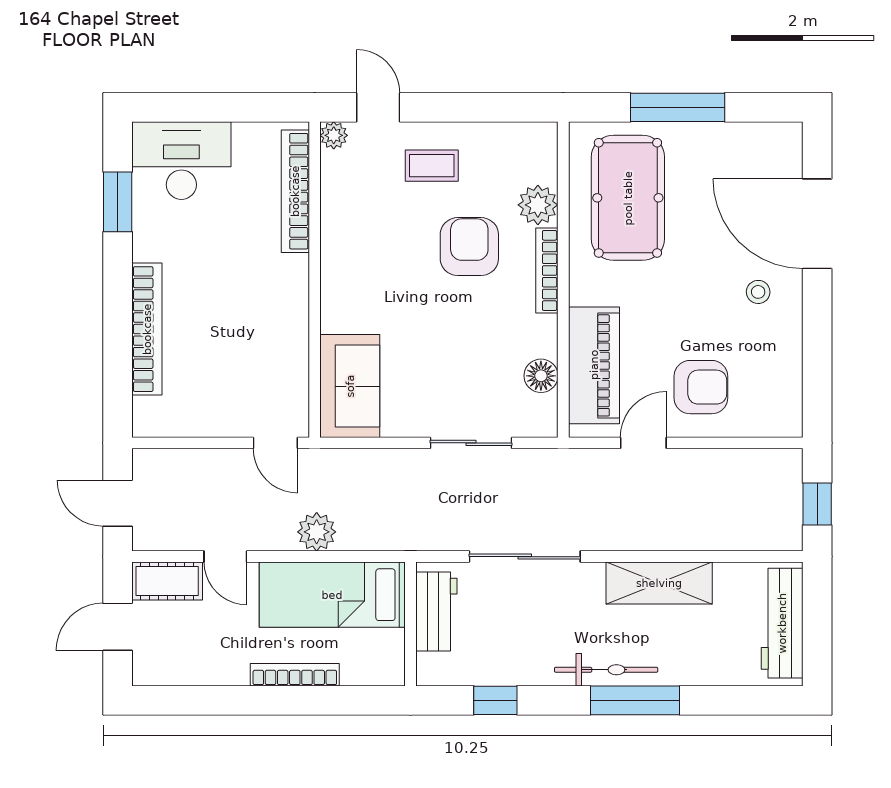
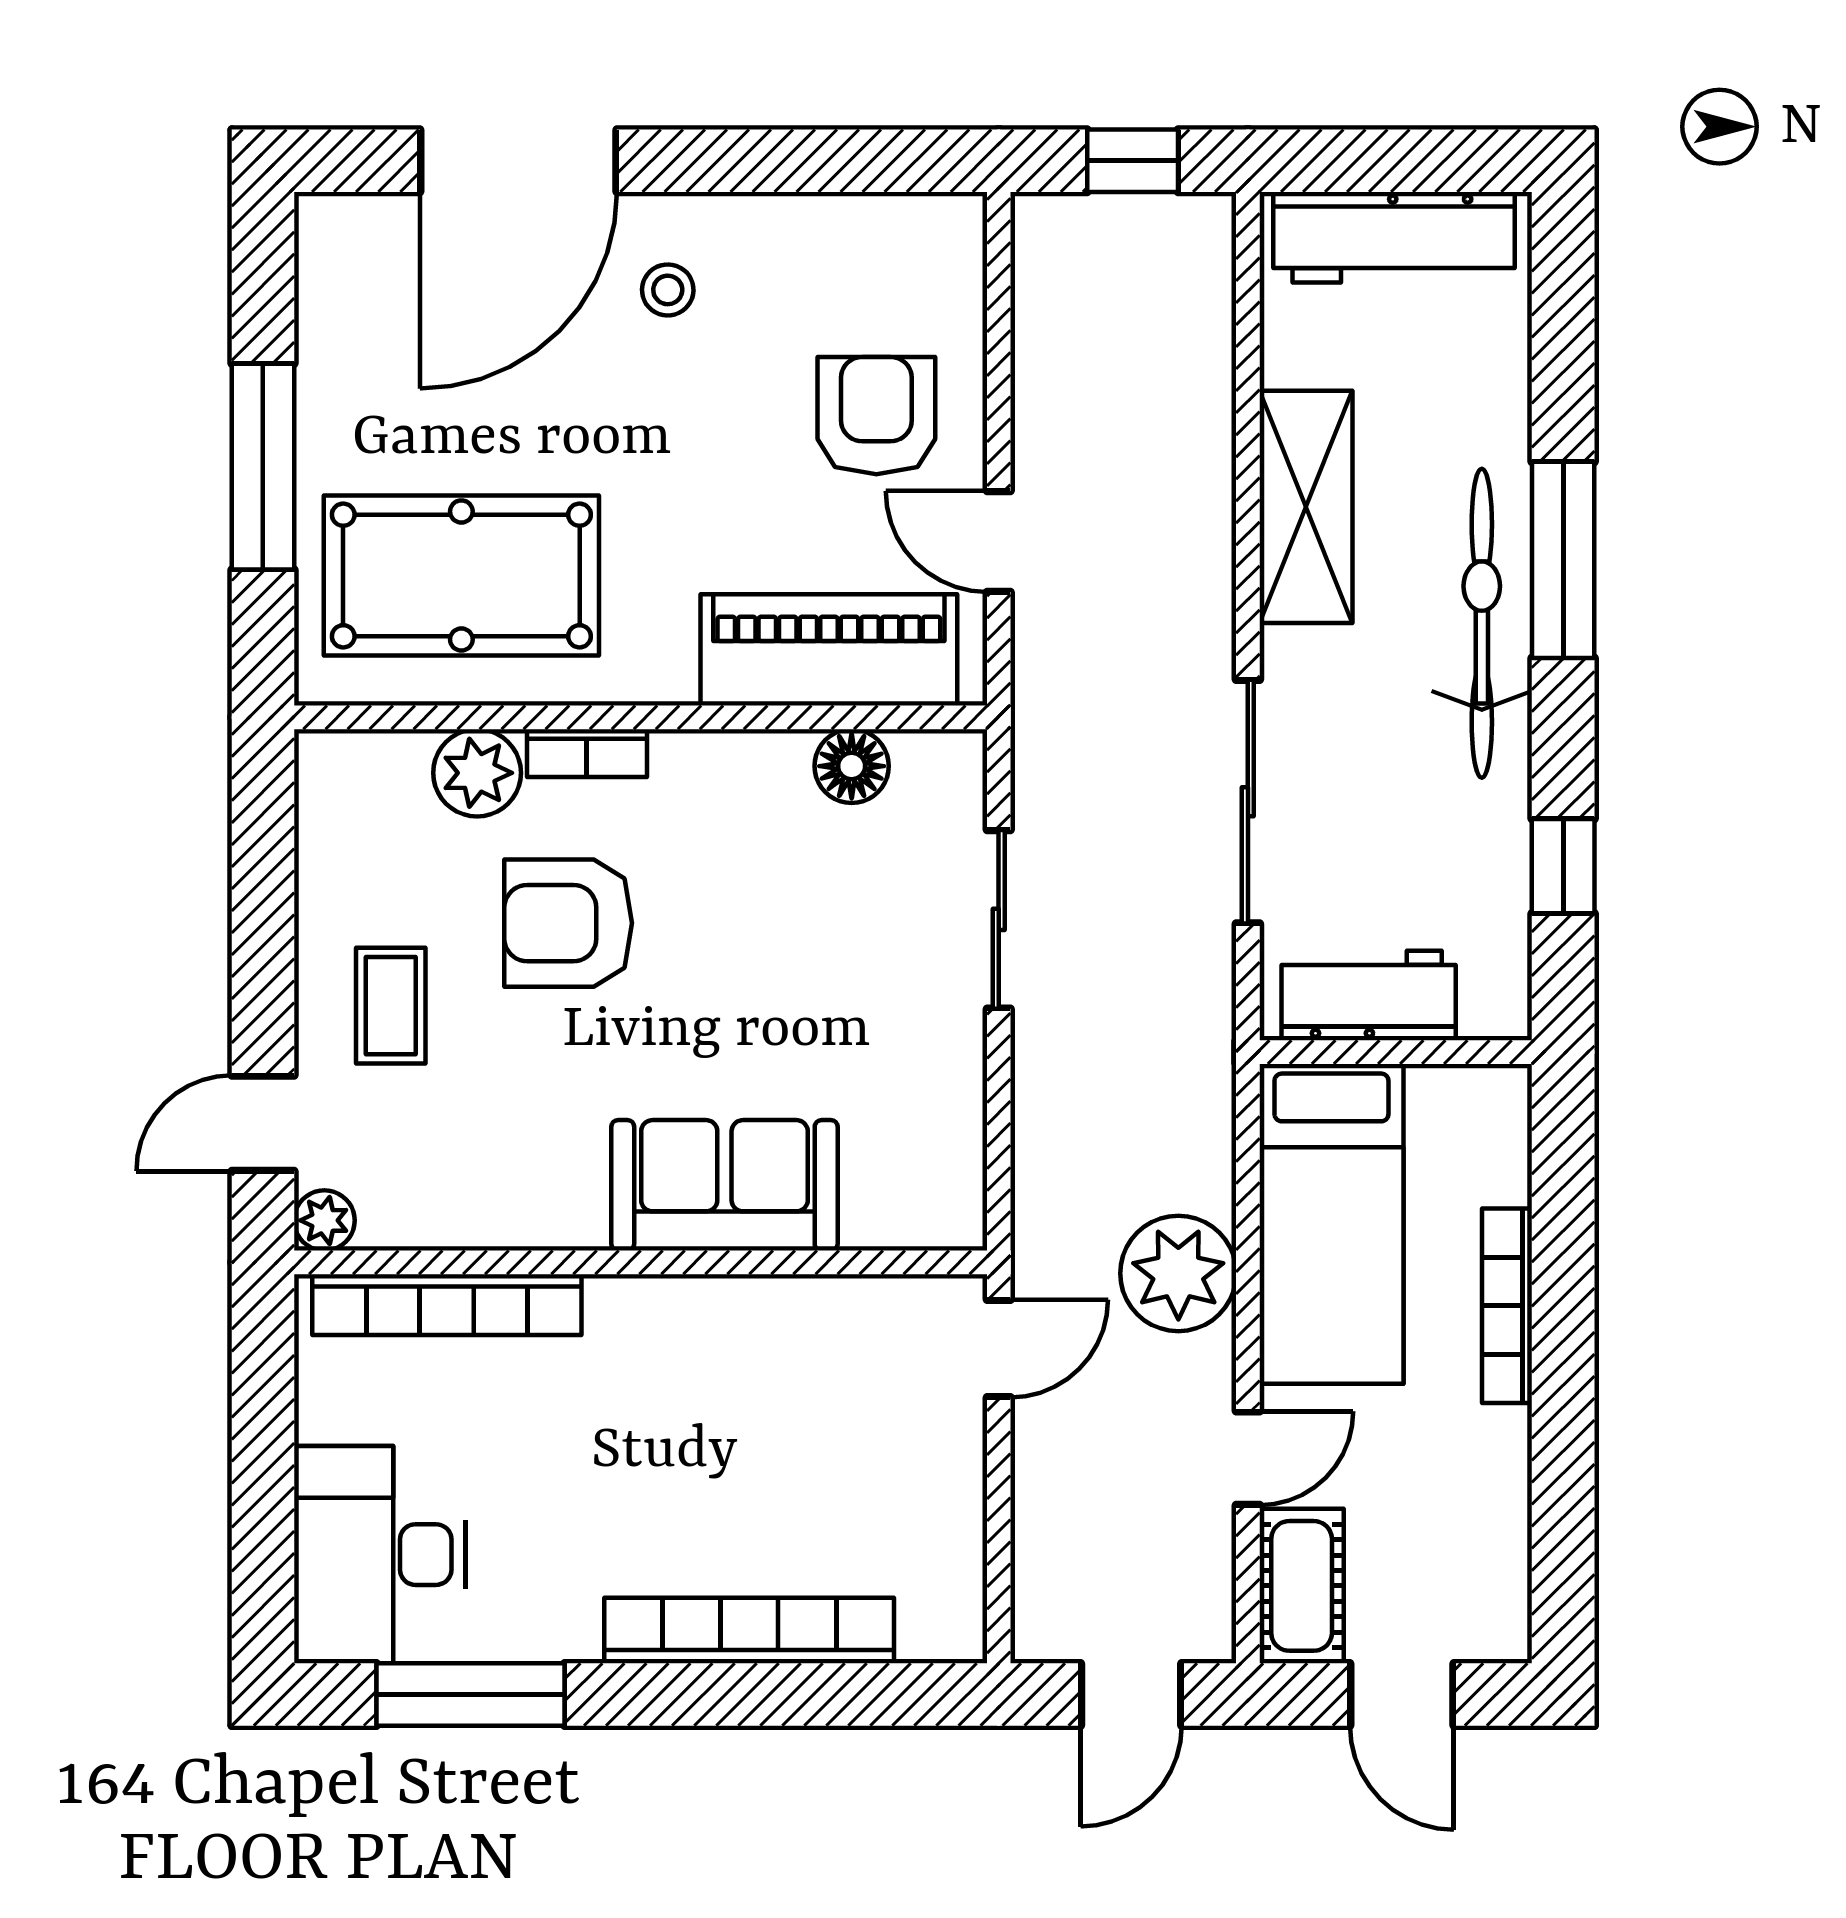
window: (118, 202) -> (471, 1694), width x1.44
bookcase: (547, 270) -> (587, 753), width x0.64
sofa: (350, 386) -> (724, 1185), moved
plant: (317, 532) -> (1178, 1273), width x1.36, depth x1.36
bicycle: (606, 670) -> (1482, 623), width x1.37, depth x1.40

